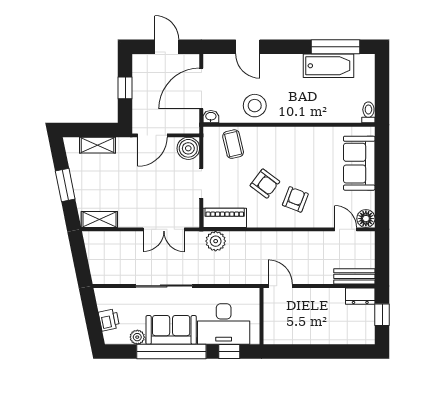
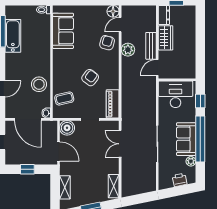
sofa: (359, 163) -> (63, 31), moved, turned -90
armchair: (295, 199) -> (107, 43), moved, turned 84
double door: (164, 229) -> (120, 144), swing flipped
plant: (216, 241) -> (128, 50), moved
bench: (354, 276) -> (151, 46), moved
wardrobe: (326, 299) -> (166, 38), added
desk: (224, 324) -> (176, 94), moved, turned -90

